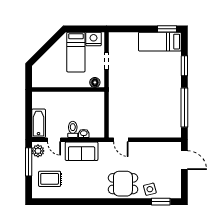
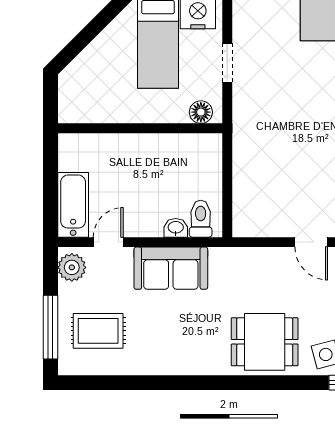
toilet: (73, 129) -> (201, 219), moved
door: (54, 140) -> (108, 242), swing flipped
door: (121, 140) -> (311, 242), moved
window: (29, 162) -> (50, 327), moved

